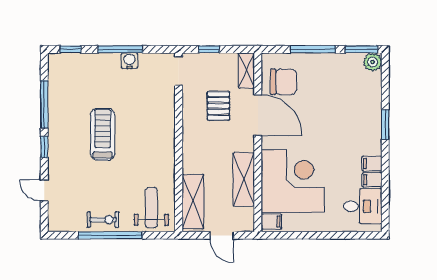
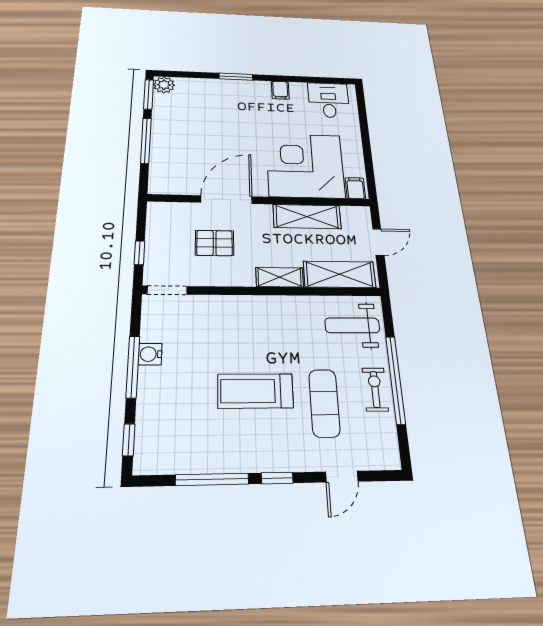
shelving: (246, 71) -> (280, 277), moved
chair: (284, 82) -> (185, 171), removed
filing cabinet: (372, 180) -> (298, 91), removed
exercise mat: (94, 182) -> (324, 403), added

